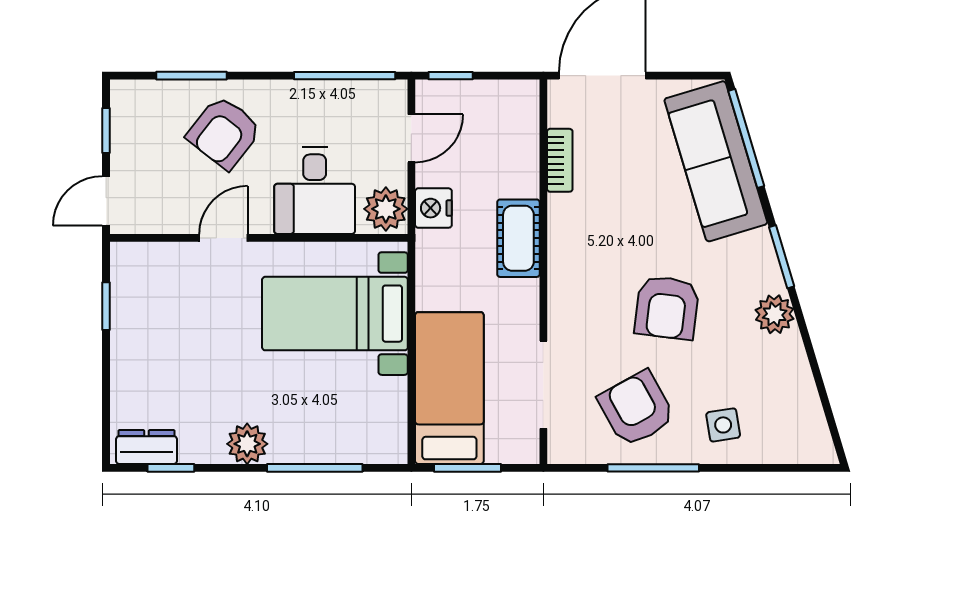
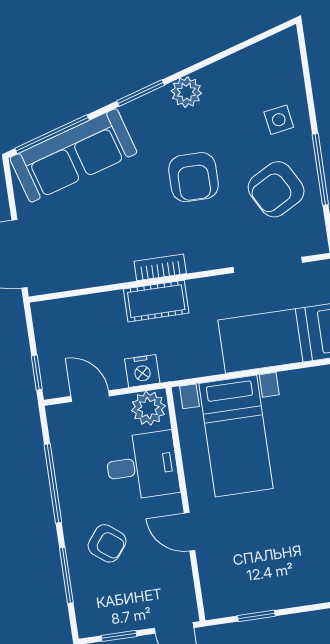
window: (345, 76) -> (53, 483), moved
armchair: (224, 132) -> (107, 543), width x0.72, depth x0.72
bookcase: (560, 160) -> (160, 267), moved
armchair: (667, 308) -> (194, 177), turned 83

